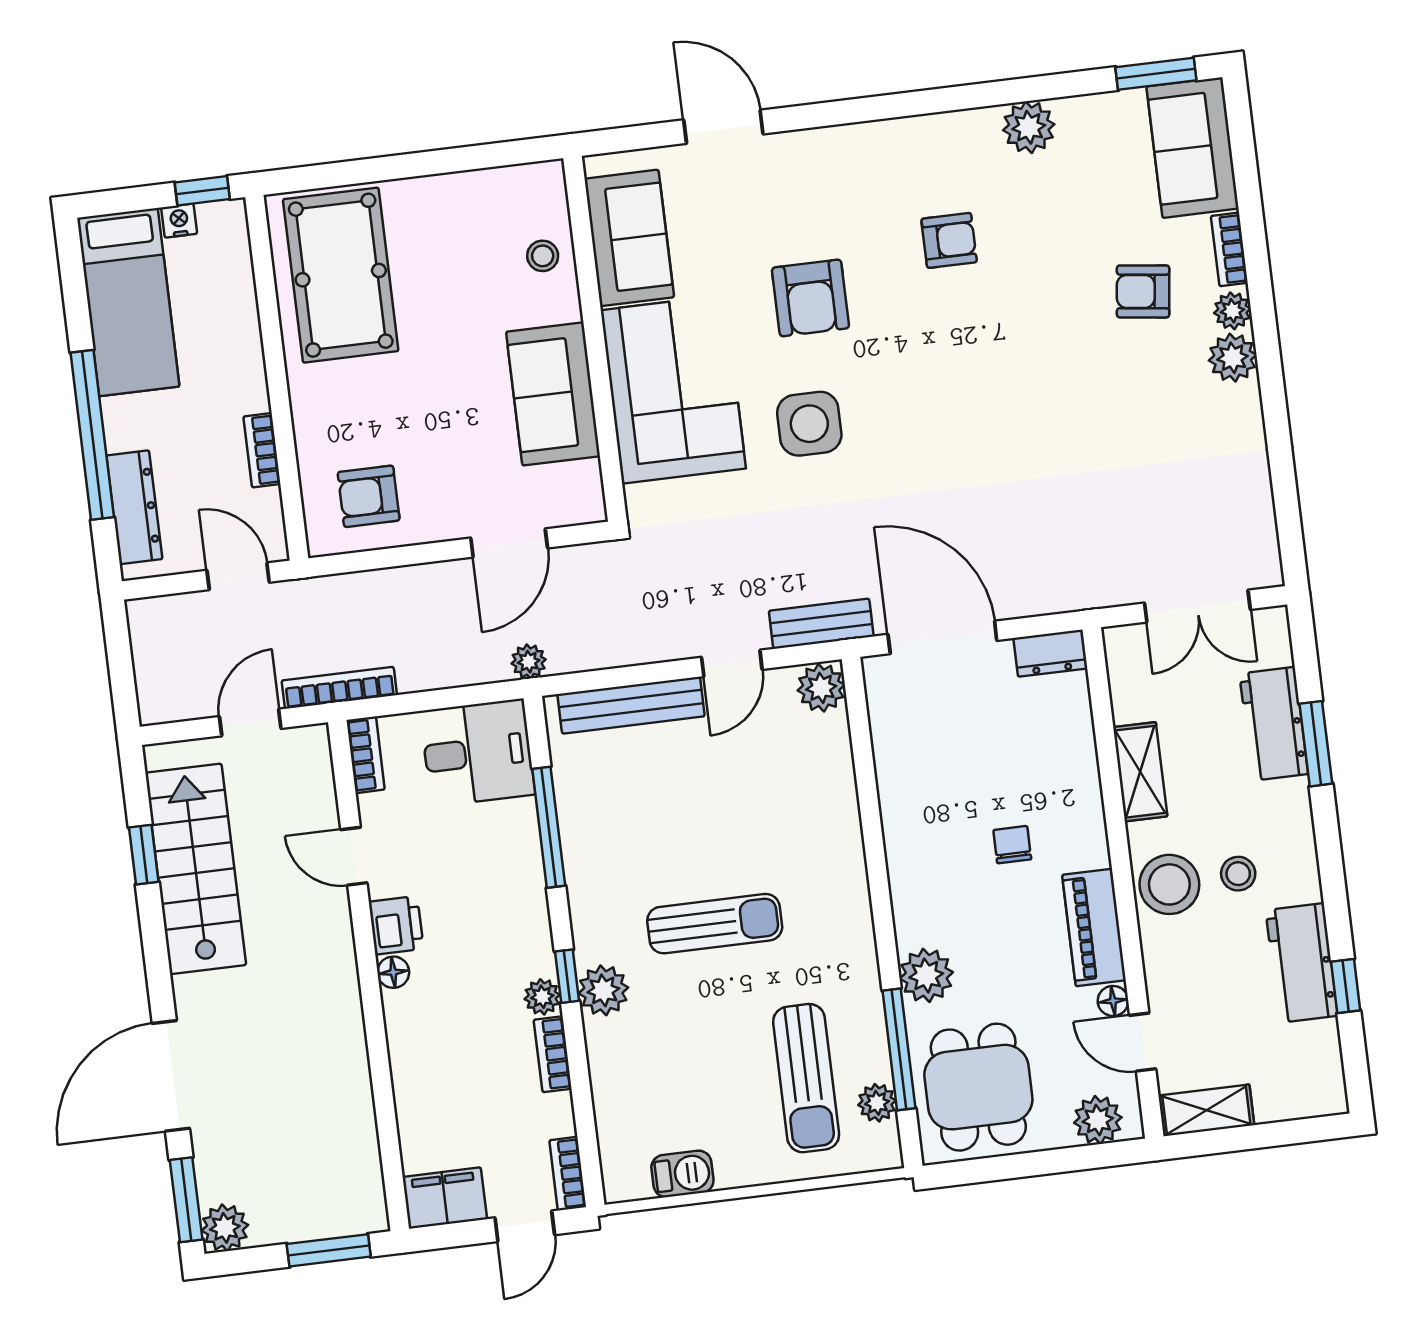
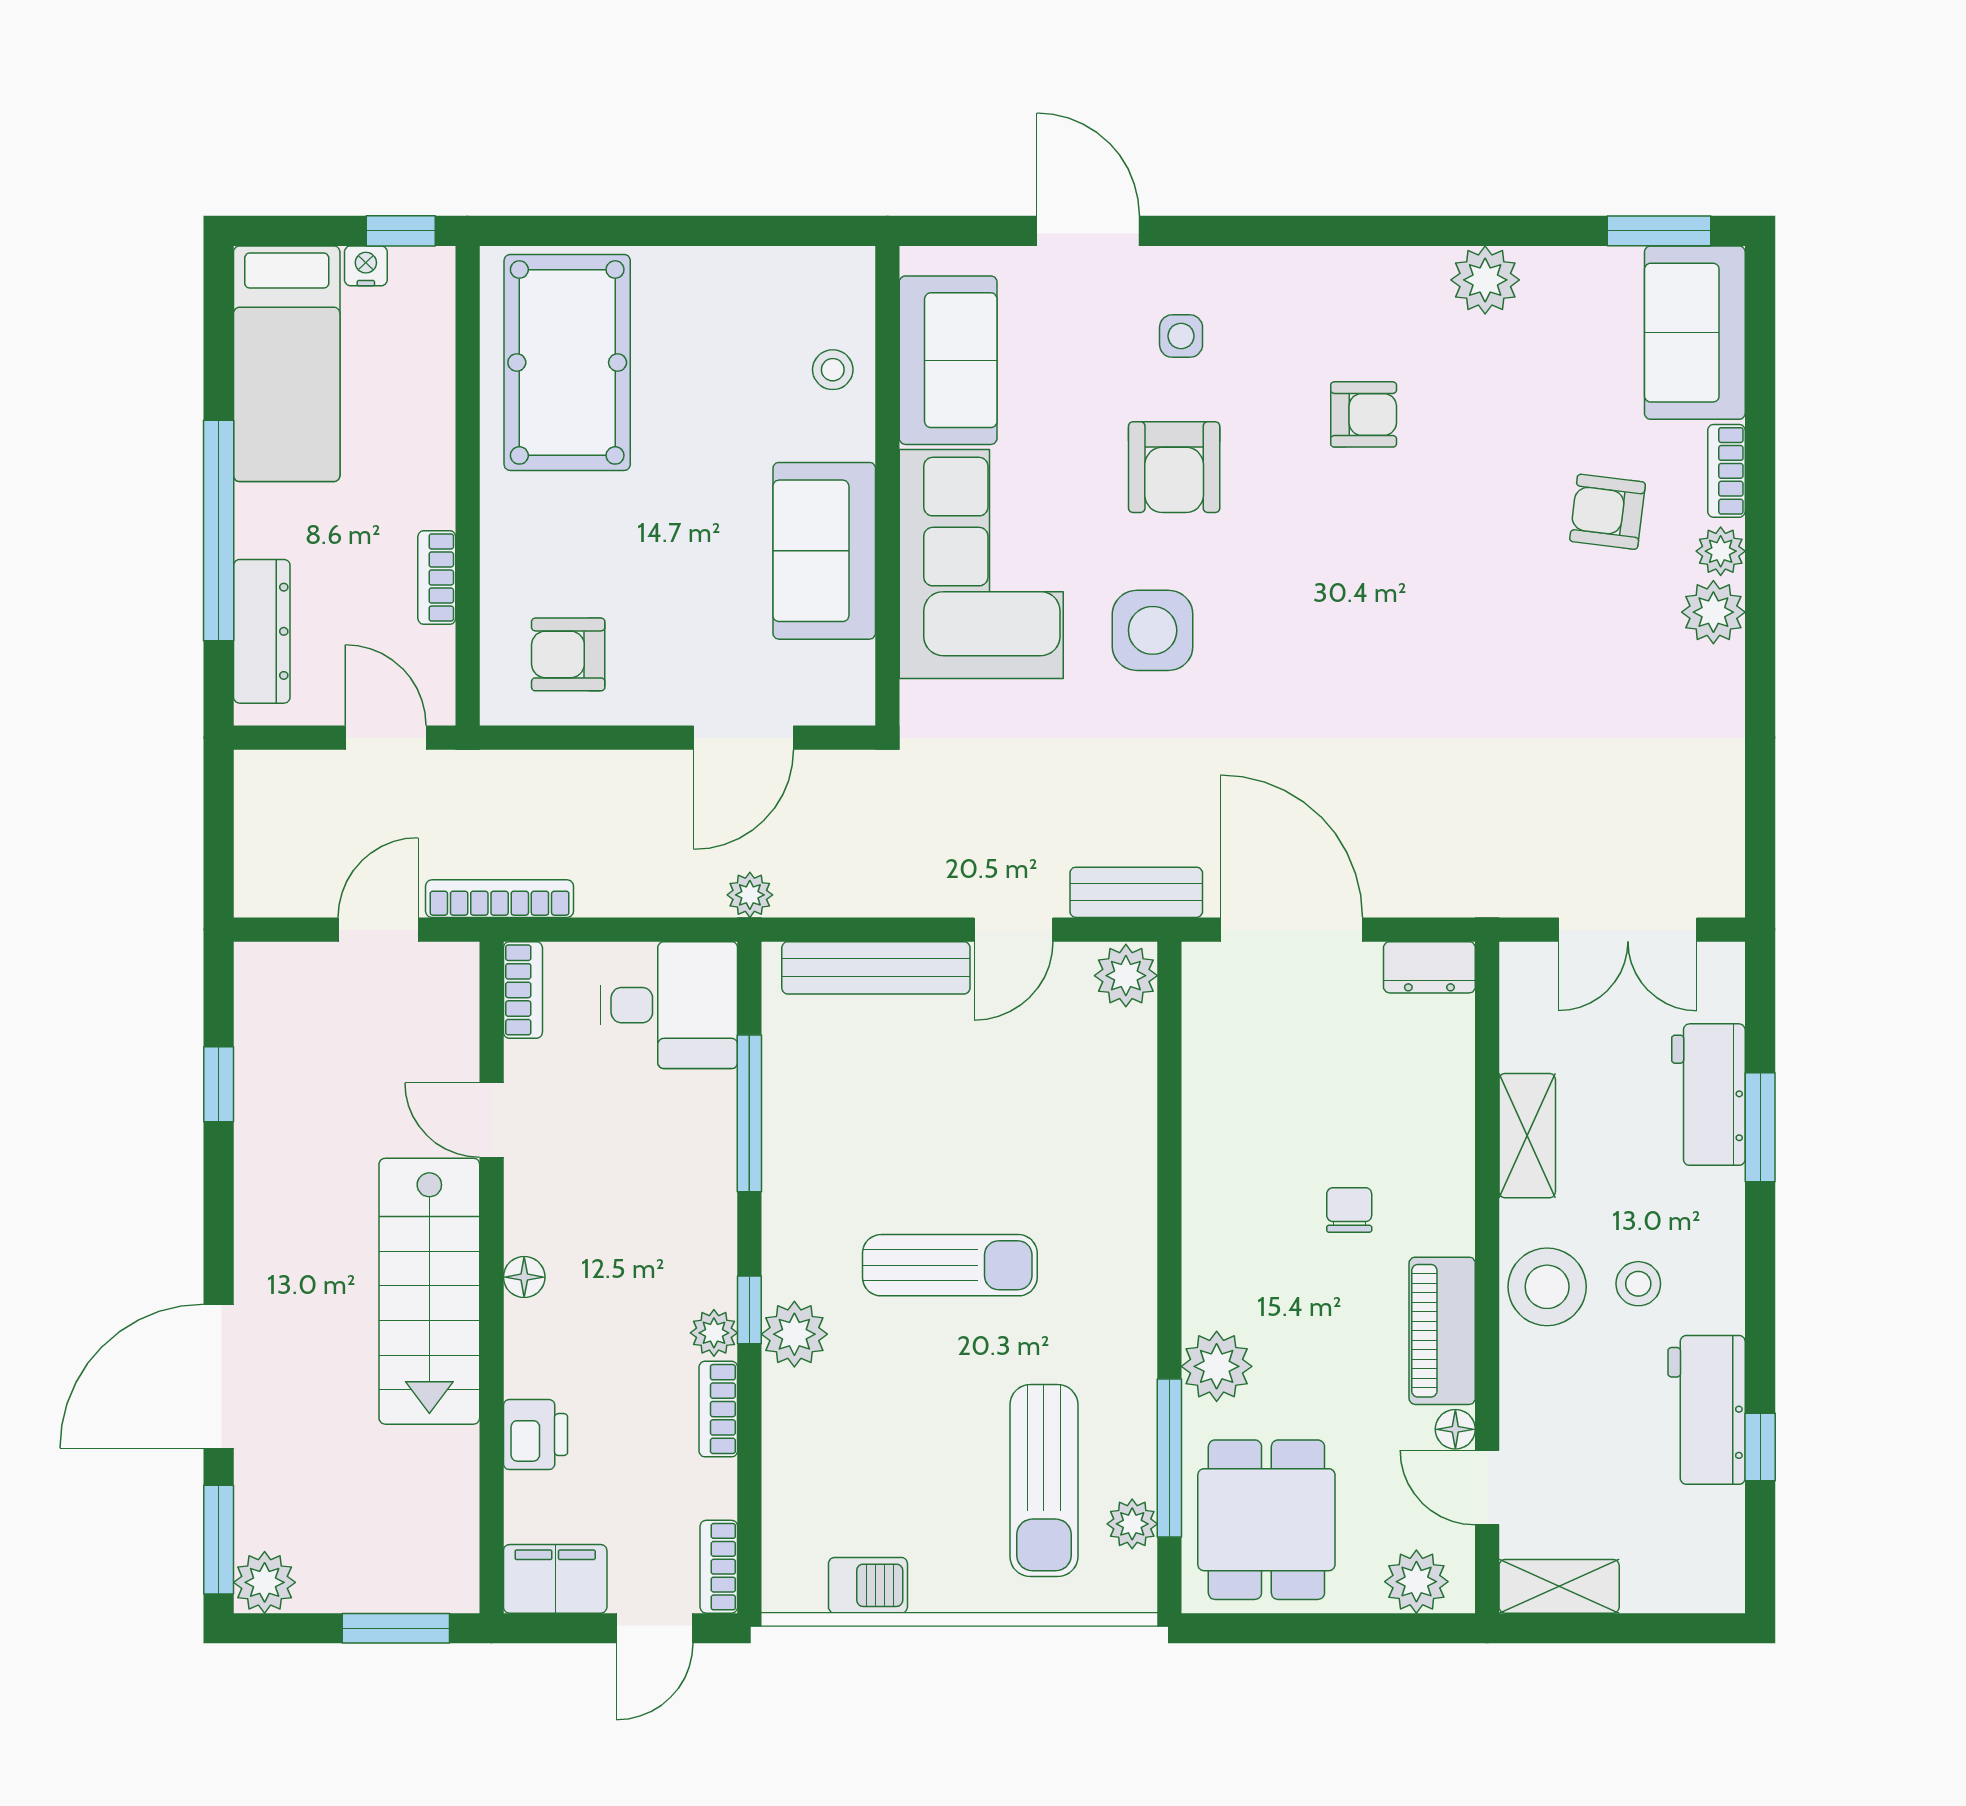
side table: (803, 198) -> (1181, 336), added
stairs: (196, 869) -> (429, 1291), moved, turned 180
printer: (396, 925) -> (536, 1435), moved

